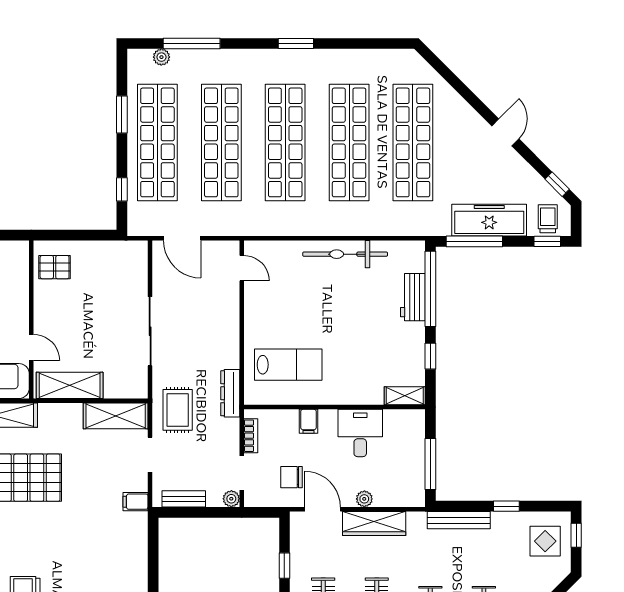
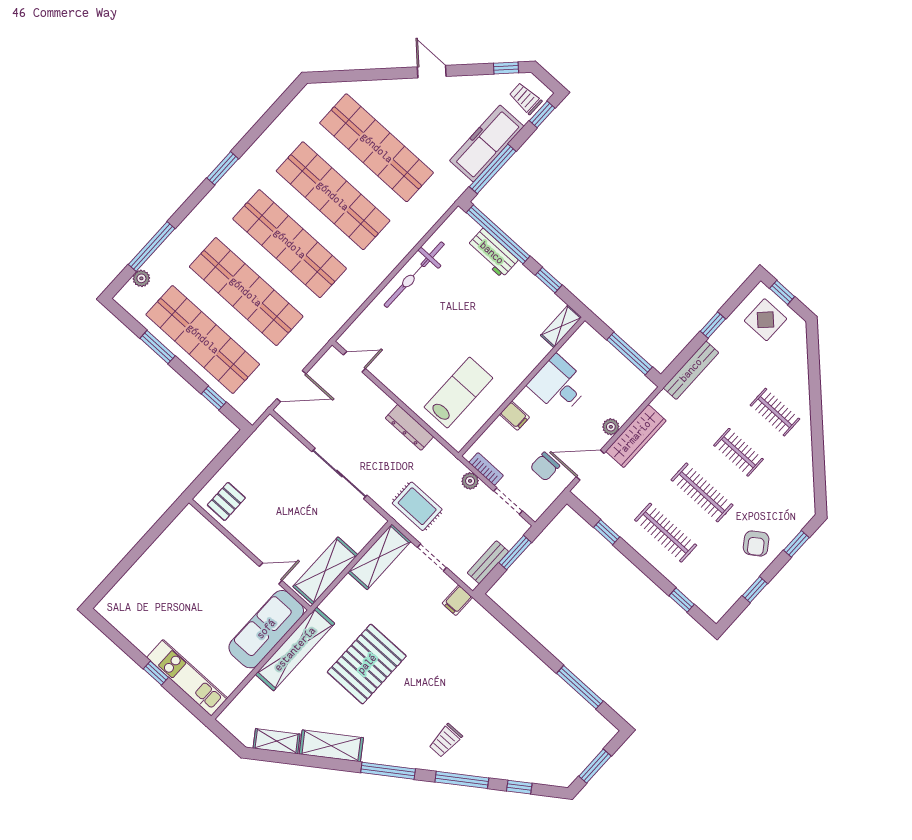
dresser: (230, 393) -> (409, 427), moved
plant: (231, 499) -> (470, 481), moved
window: (209, 512) -> (515, 553), added

